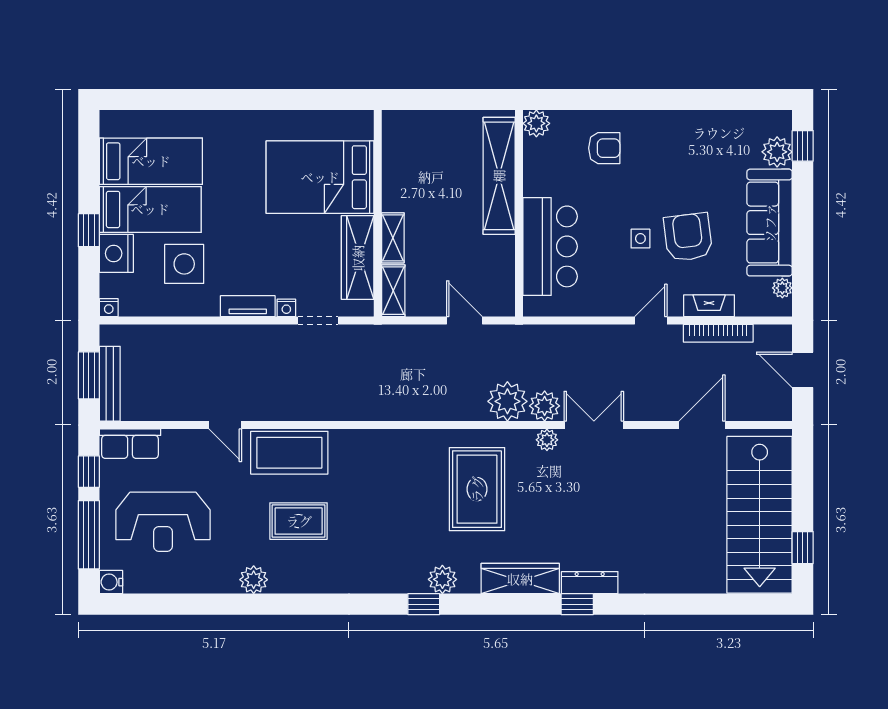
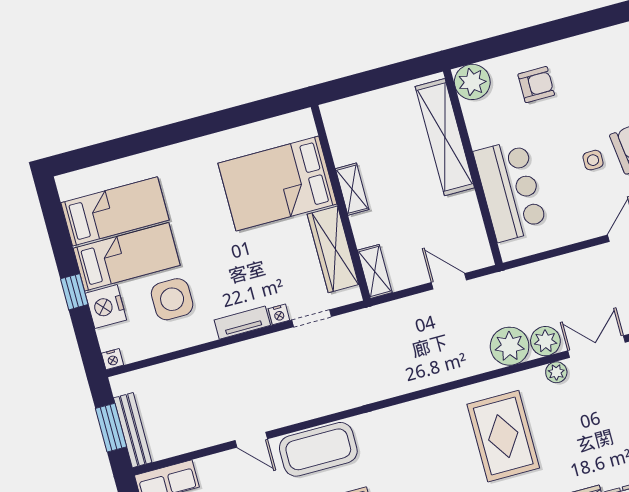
plant: (536, 123) -> (472, 82), width x1.36, depth x1.36
shelving: (393, 238) -> (352, 189), moved

